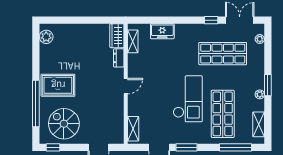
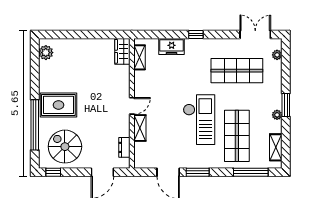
window: (211, 20) -> (196, 34), moved
dresser: (119, 58) -> (124, 147), moved
shelving: (133, 129) -> (140, 128), moved

